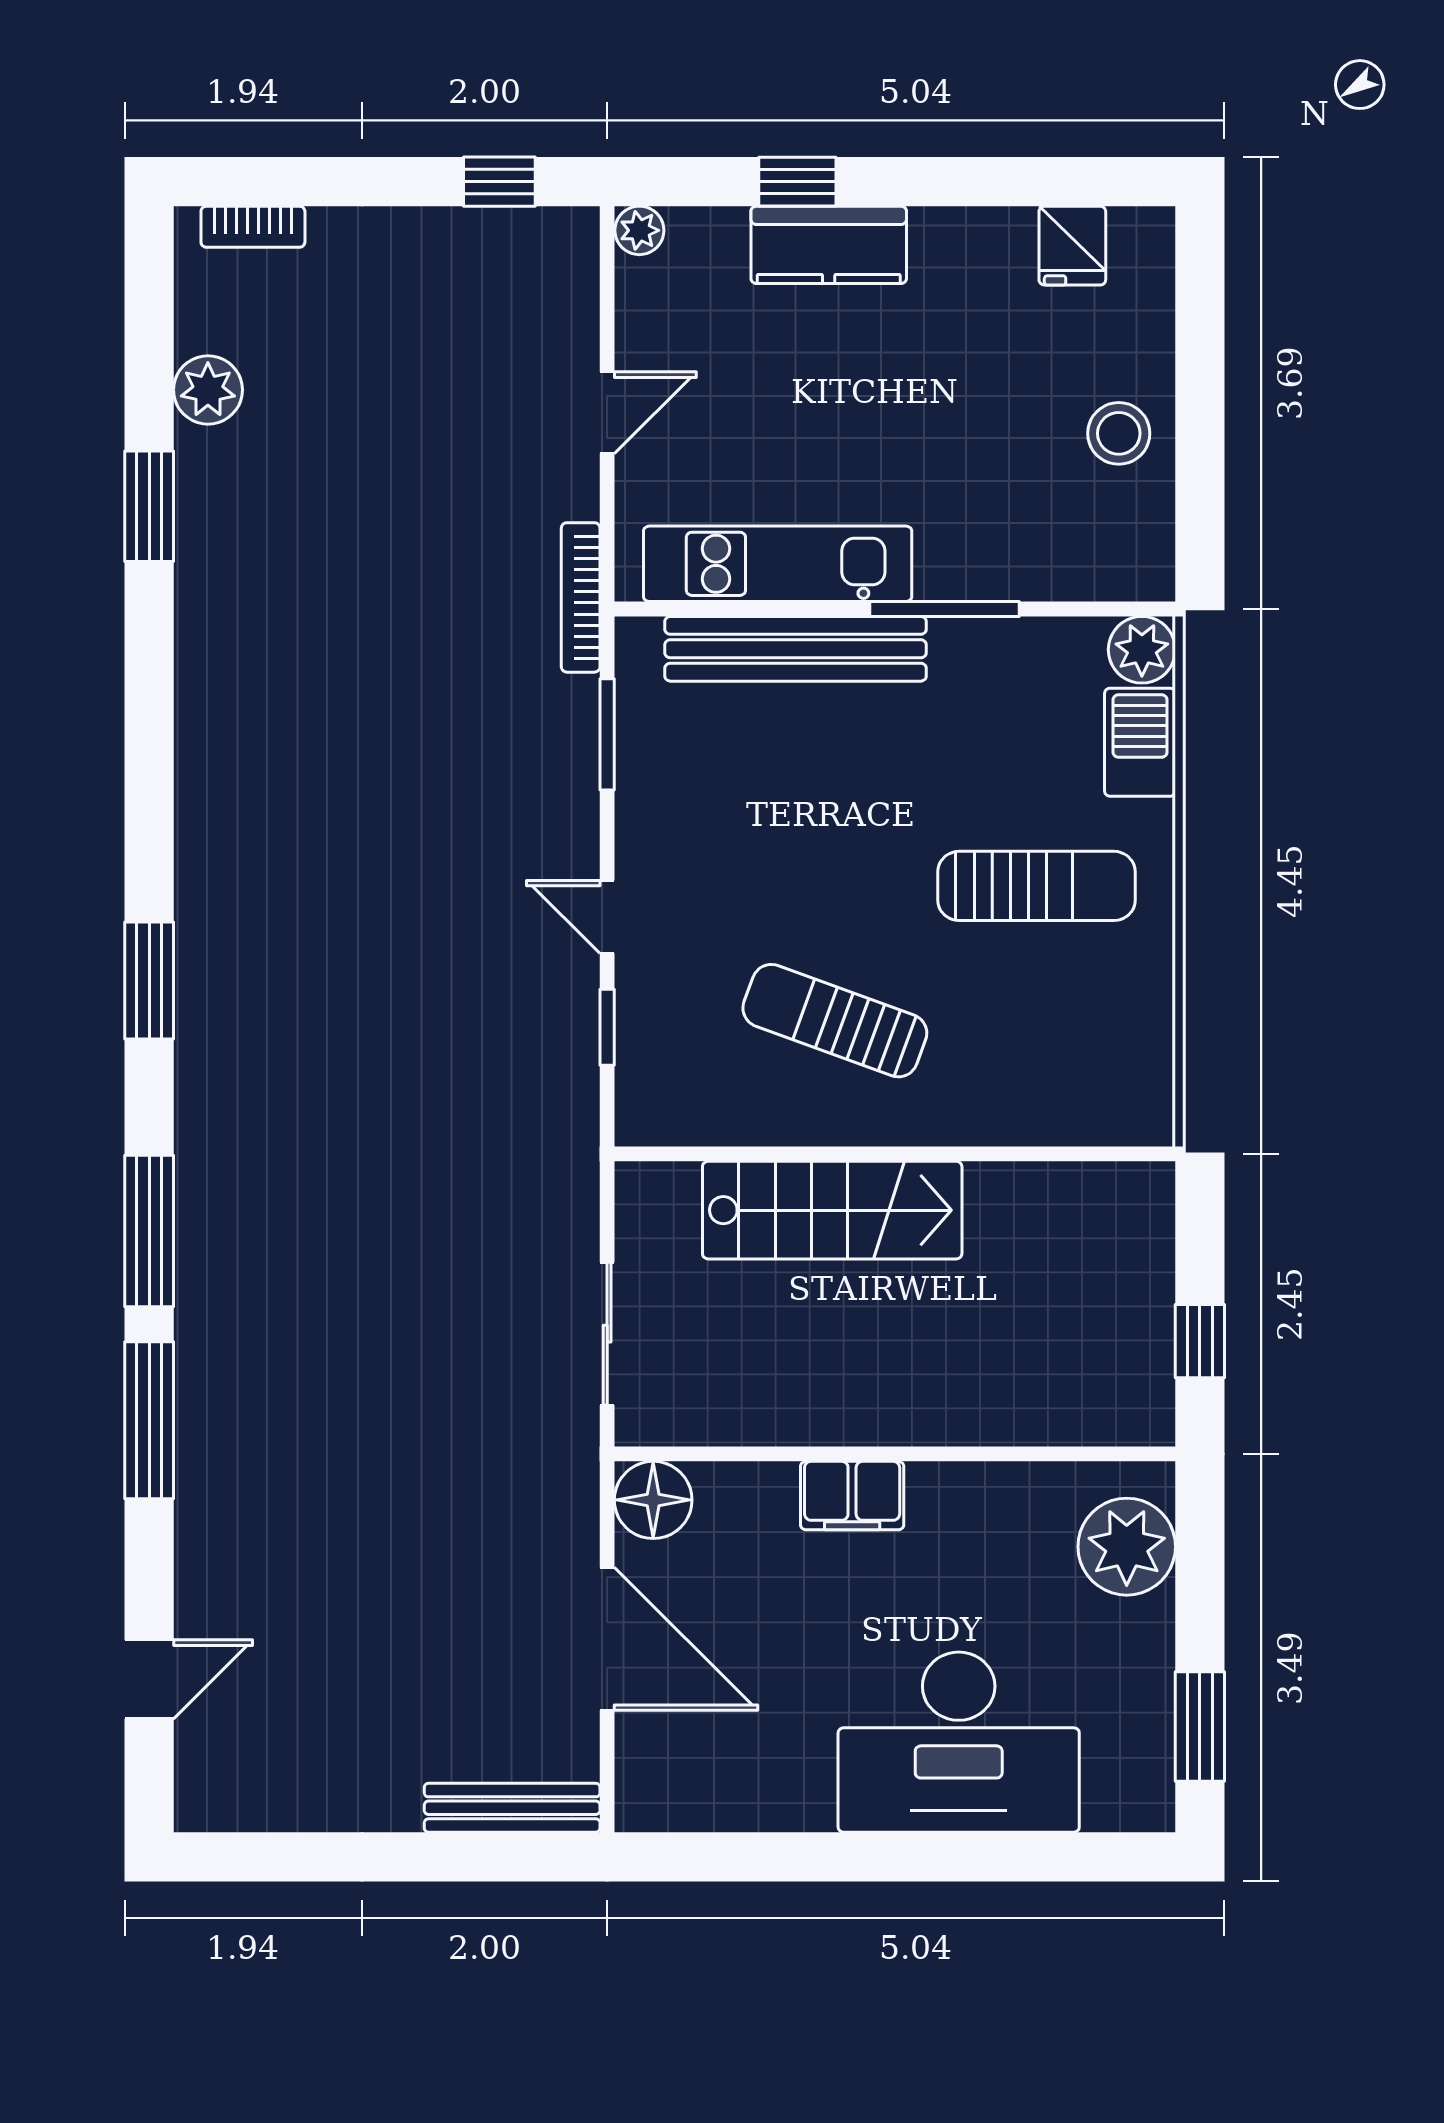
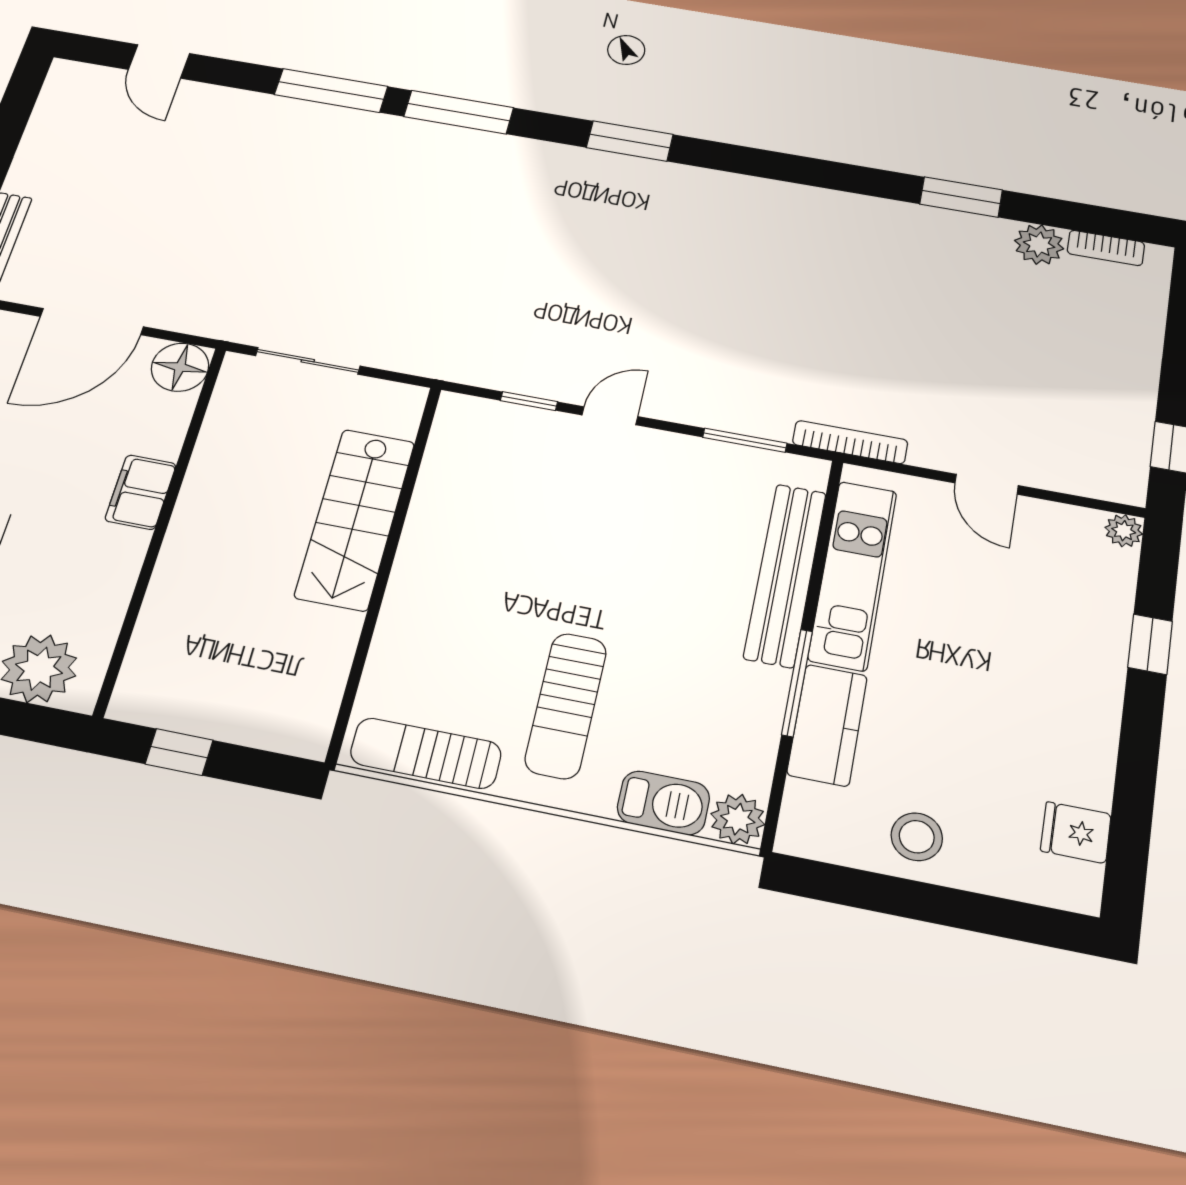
bookcase: (253, 227) -> (1106, 248), moved, turned -90
kitchen counter: (829, 245) -> (827, 725), moved, turned 180
sun lounger: (835, 1021) -> (426, 753), moved, turned -110

